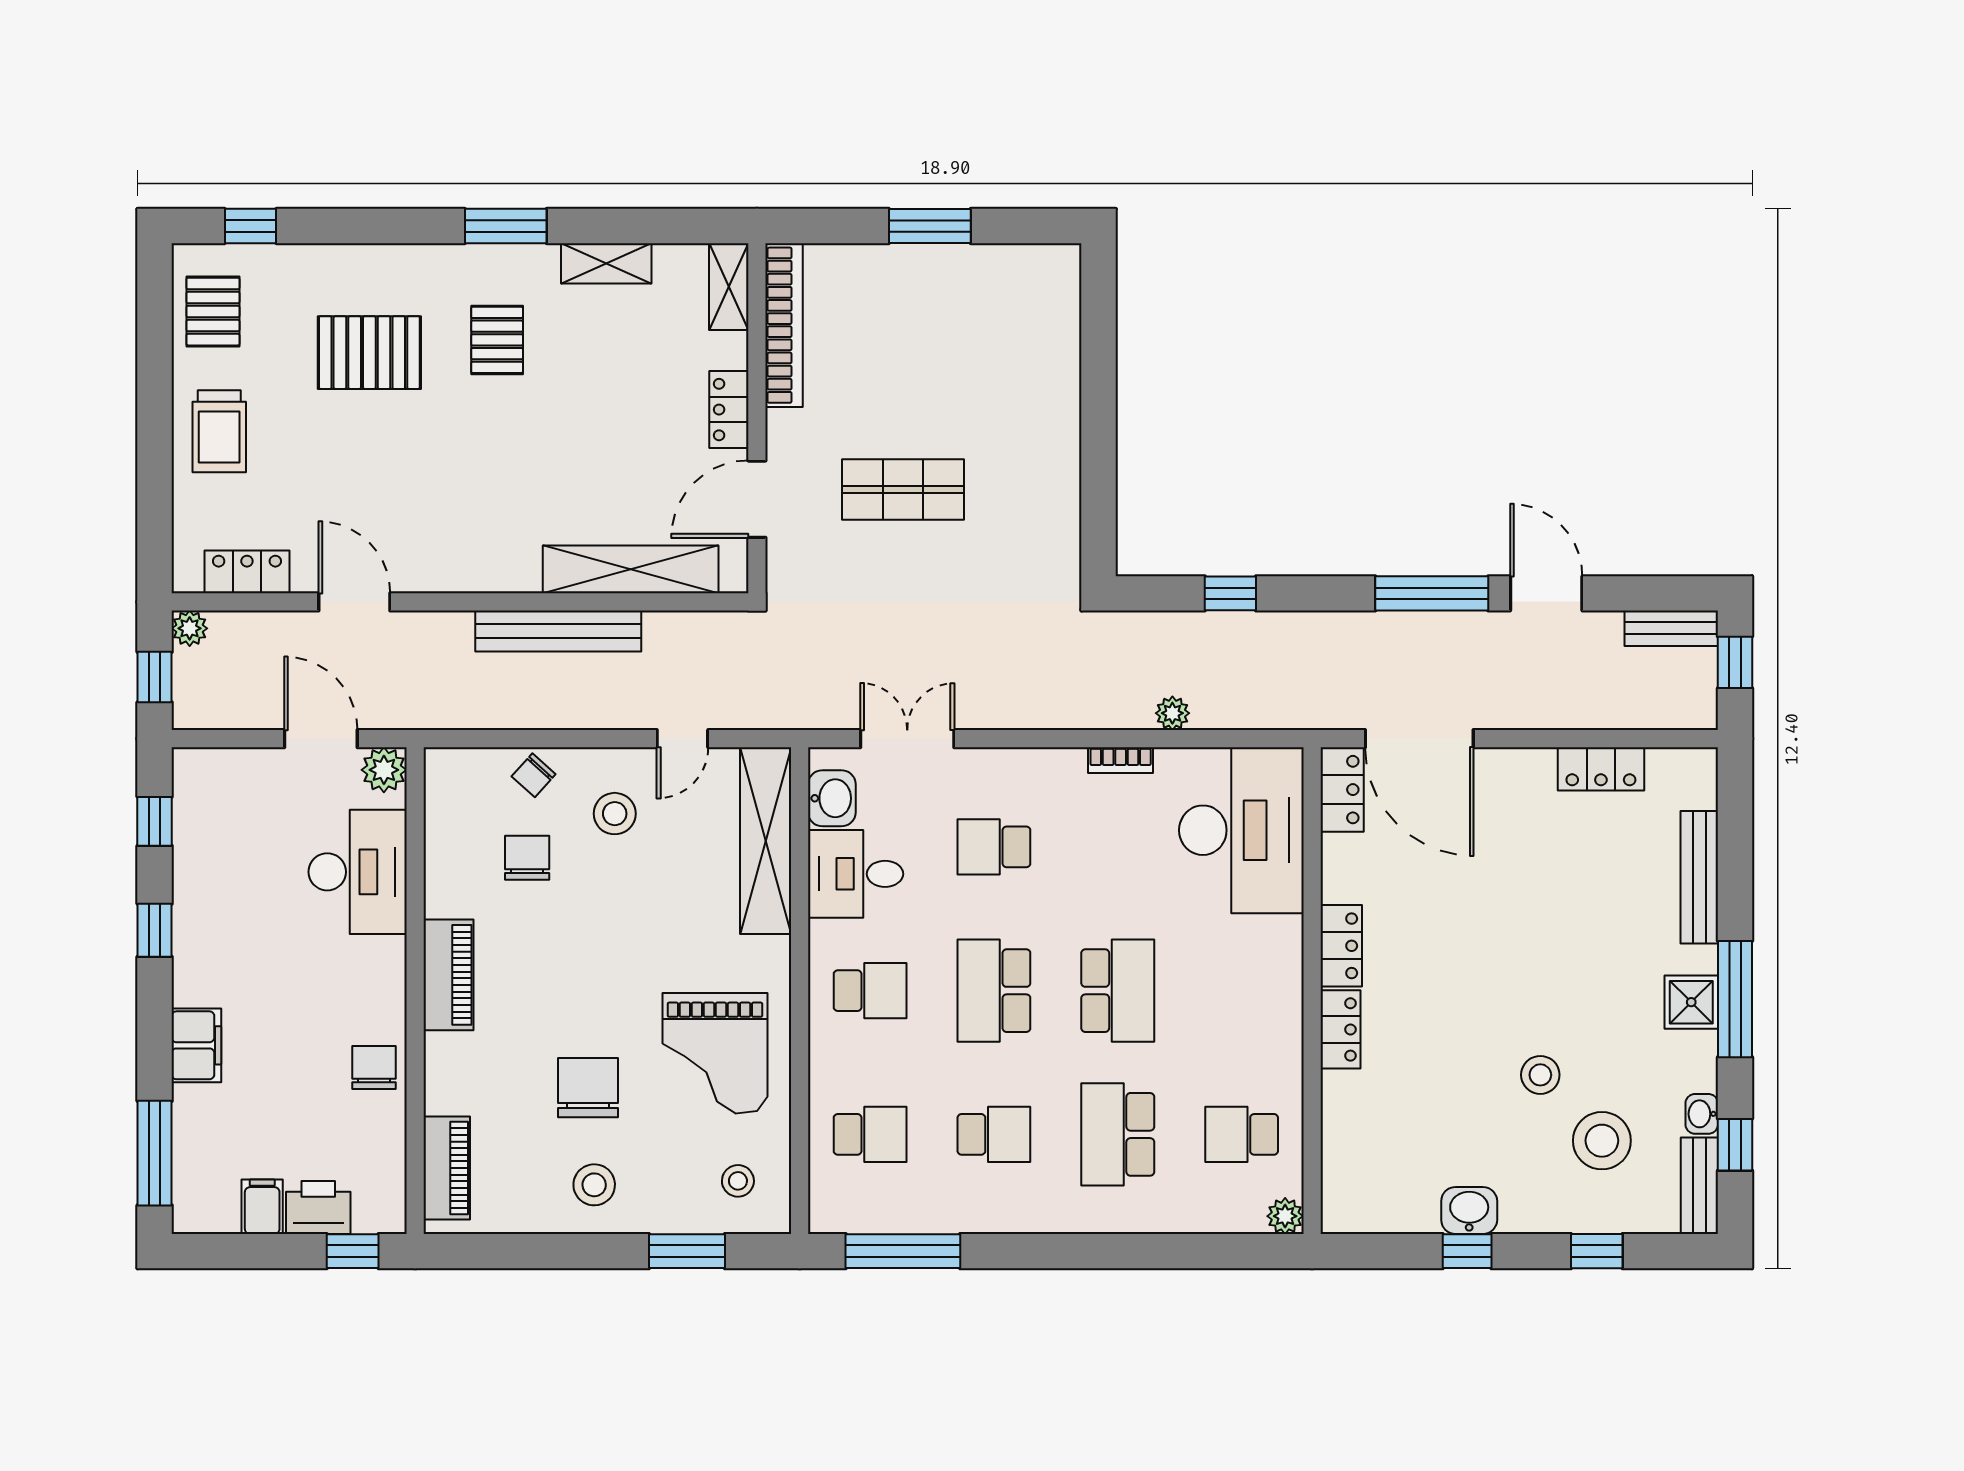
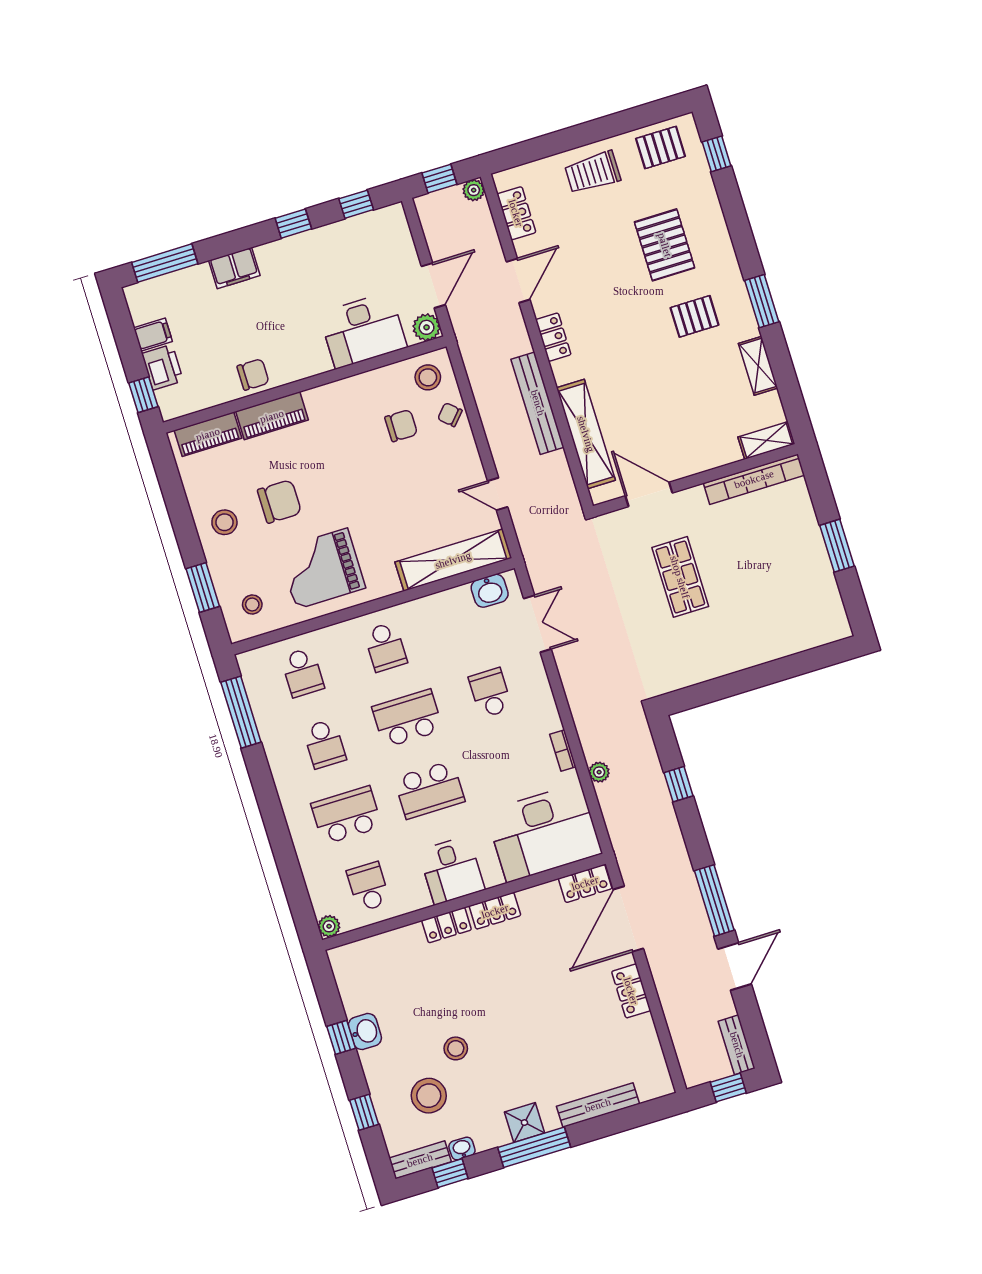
locker: (729, 410) -> (553, 337), moved, turned 90
locker: (1601, 769) -> (631, 991), moved
stool: (615, 814) -> (428, 377), moved
desk: (856, 874) -> (452, 870), moved, turned 180
piano: (448, 975) -> (272, 416), moved

